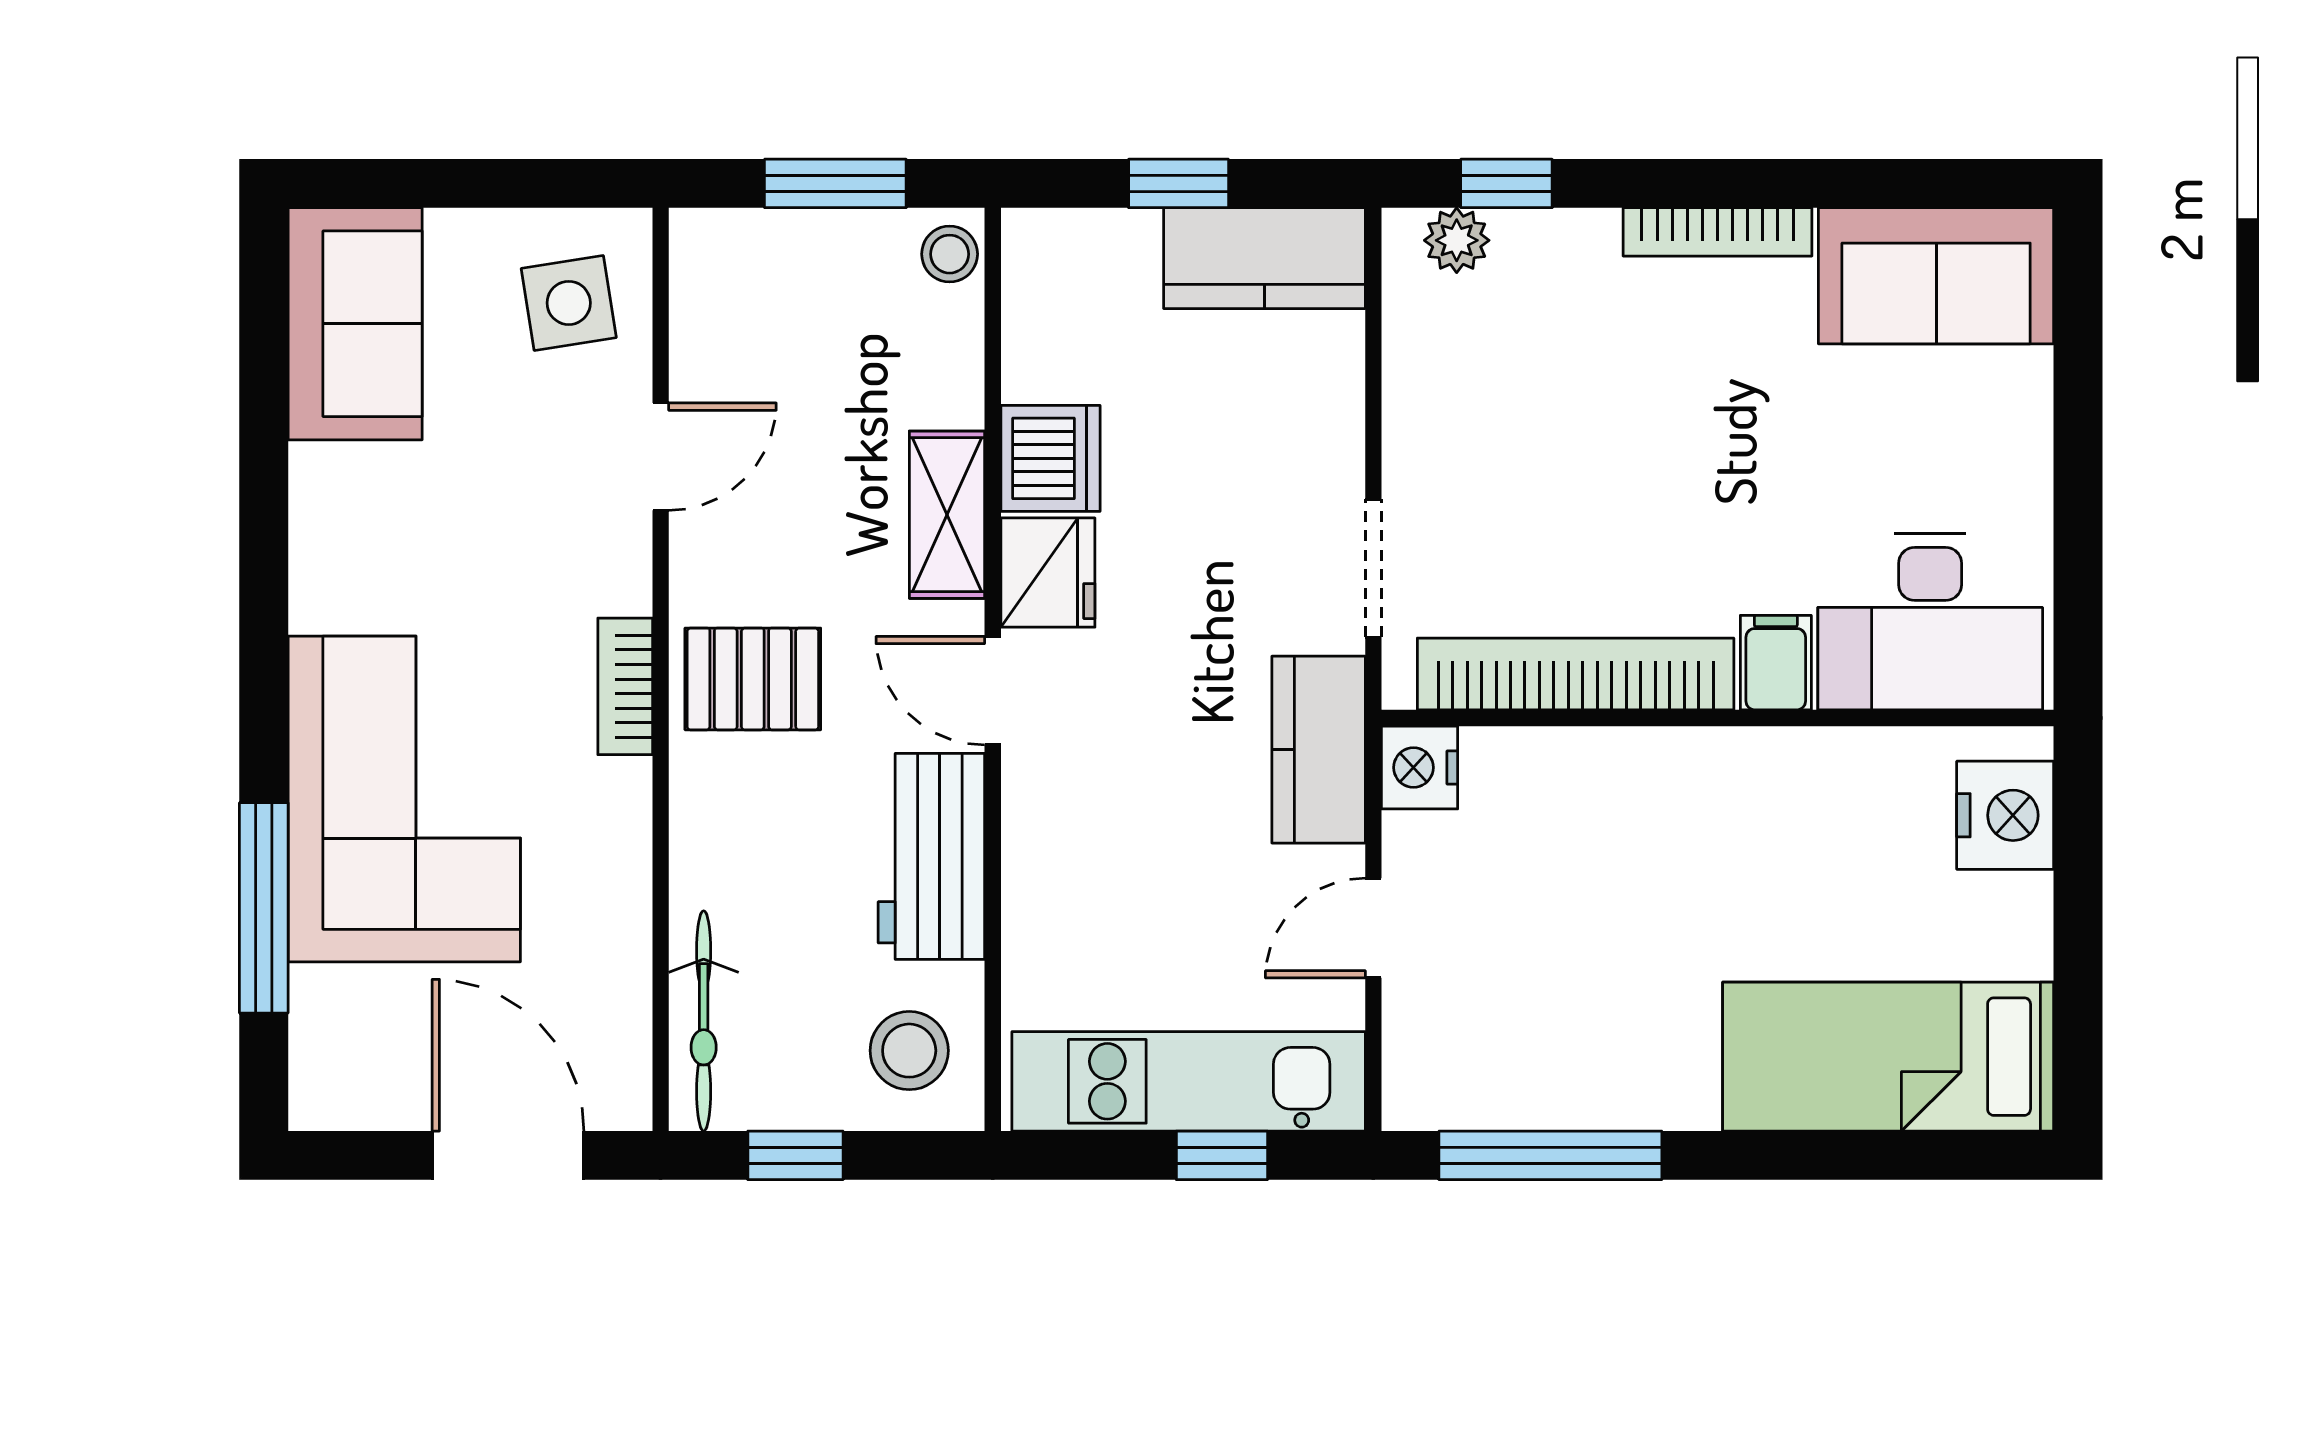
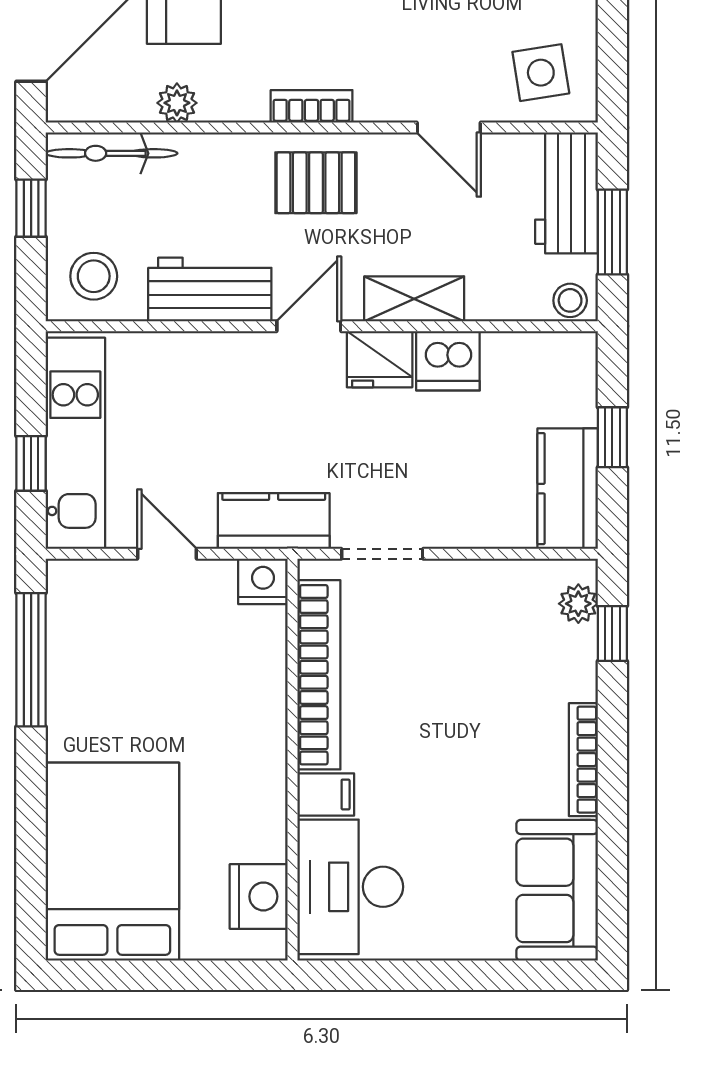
workbench: (770, 260) -> (566, 193), added
pallet: (753, 679) -> (316, 183), turned 90
nightstand: (2005, 815) -> (259, 896), moved, turned -90
plant: (619, 911) -> (177, 103), added
bed: (1888, 1057) -> (112, 862), width x1.50

